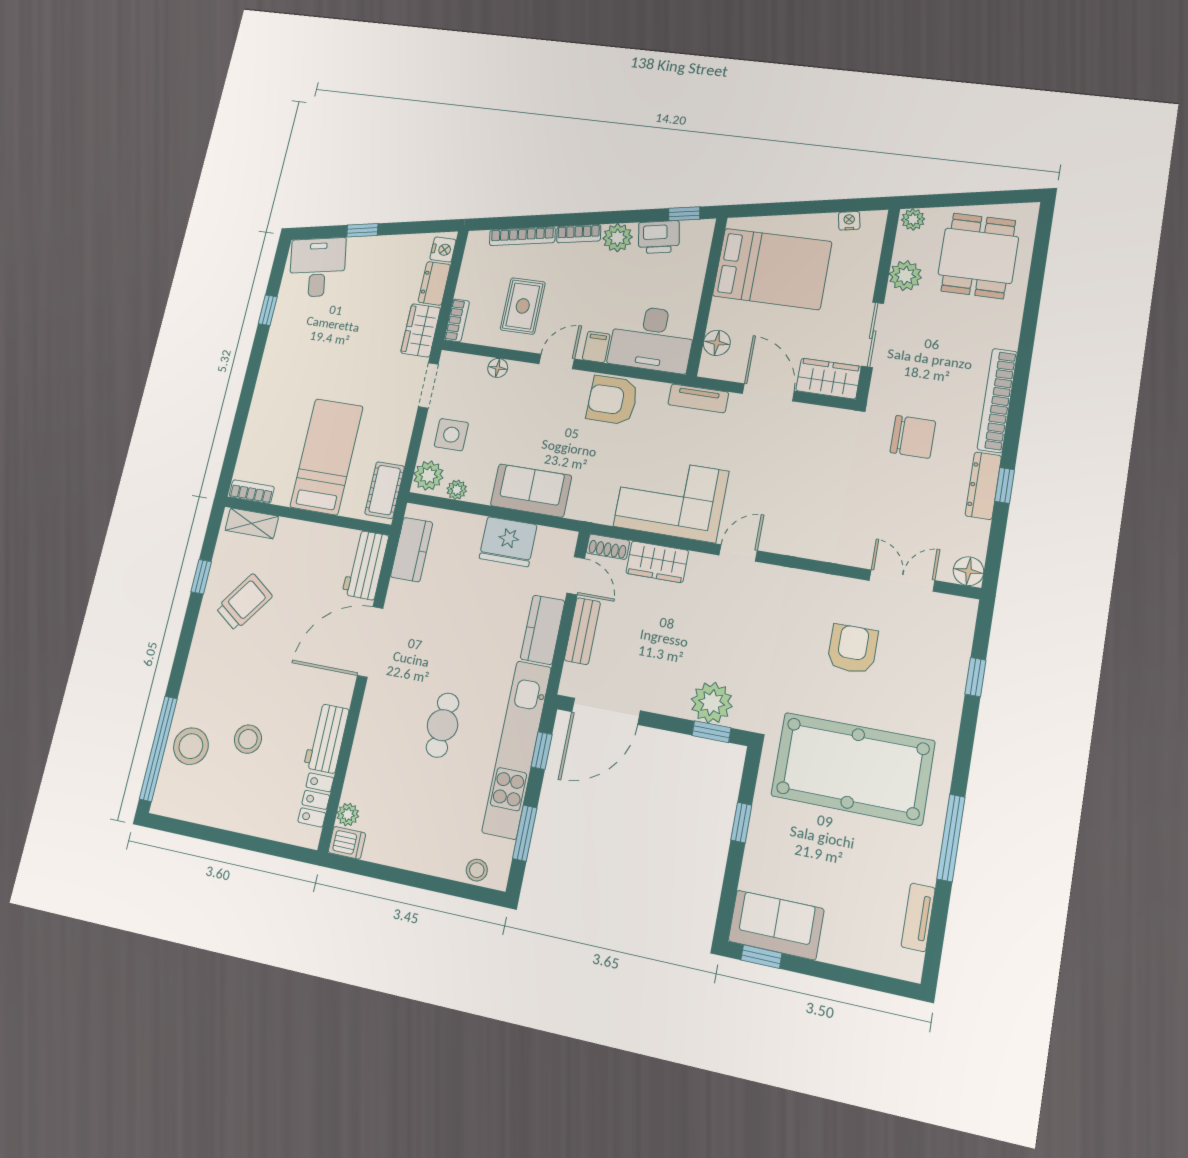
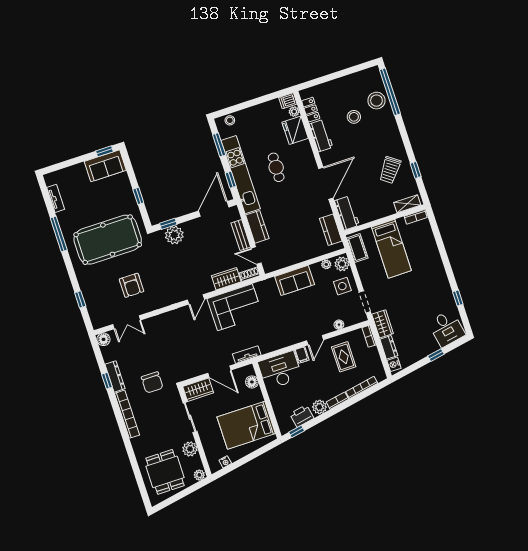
armchair: (612, 400) -> (282, 336), removed
chair: (913, 437) -> (152, 382), turned -90
fridge: (508, 542) -> (295, 130), moved, turned -90

